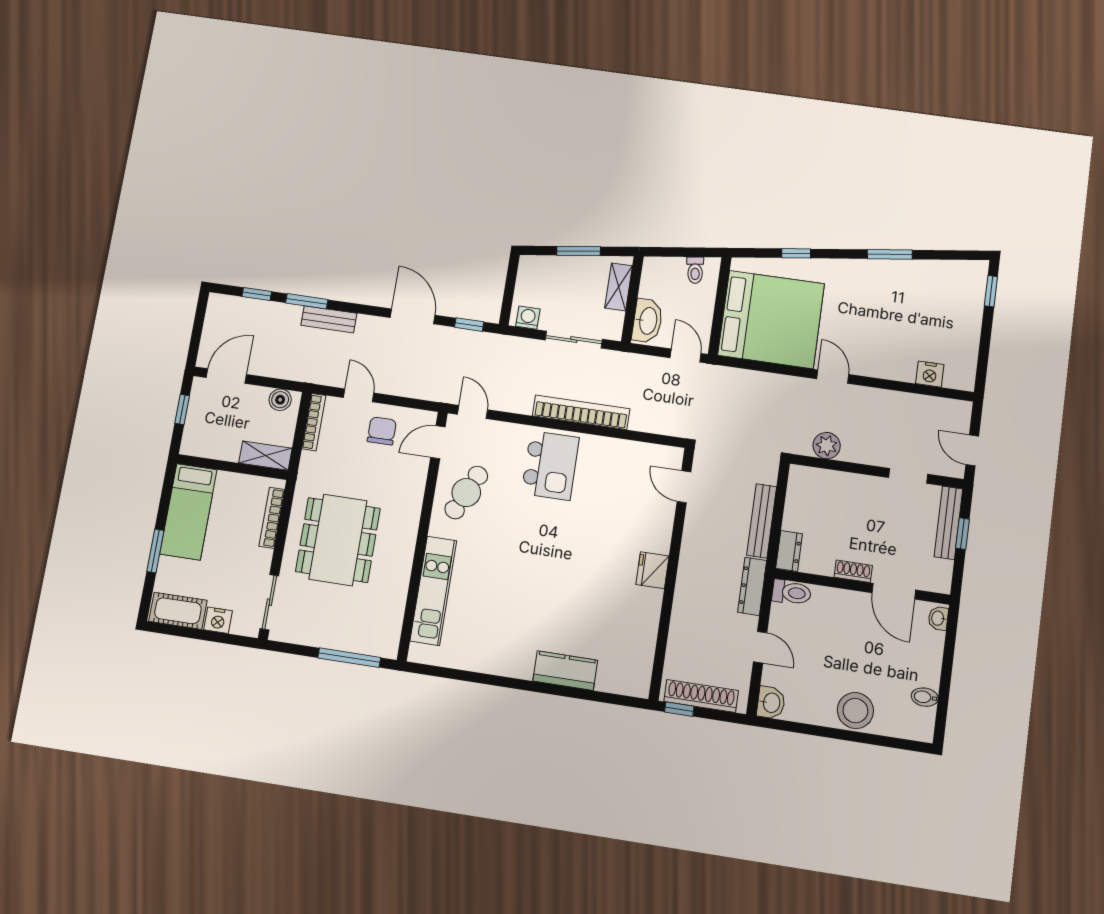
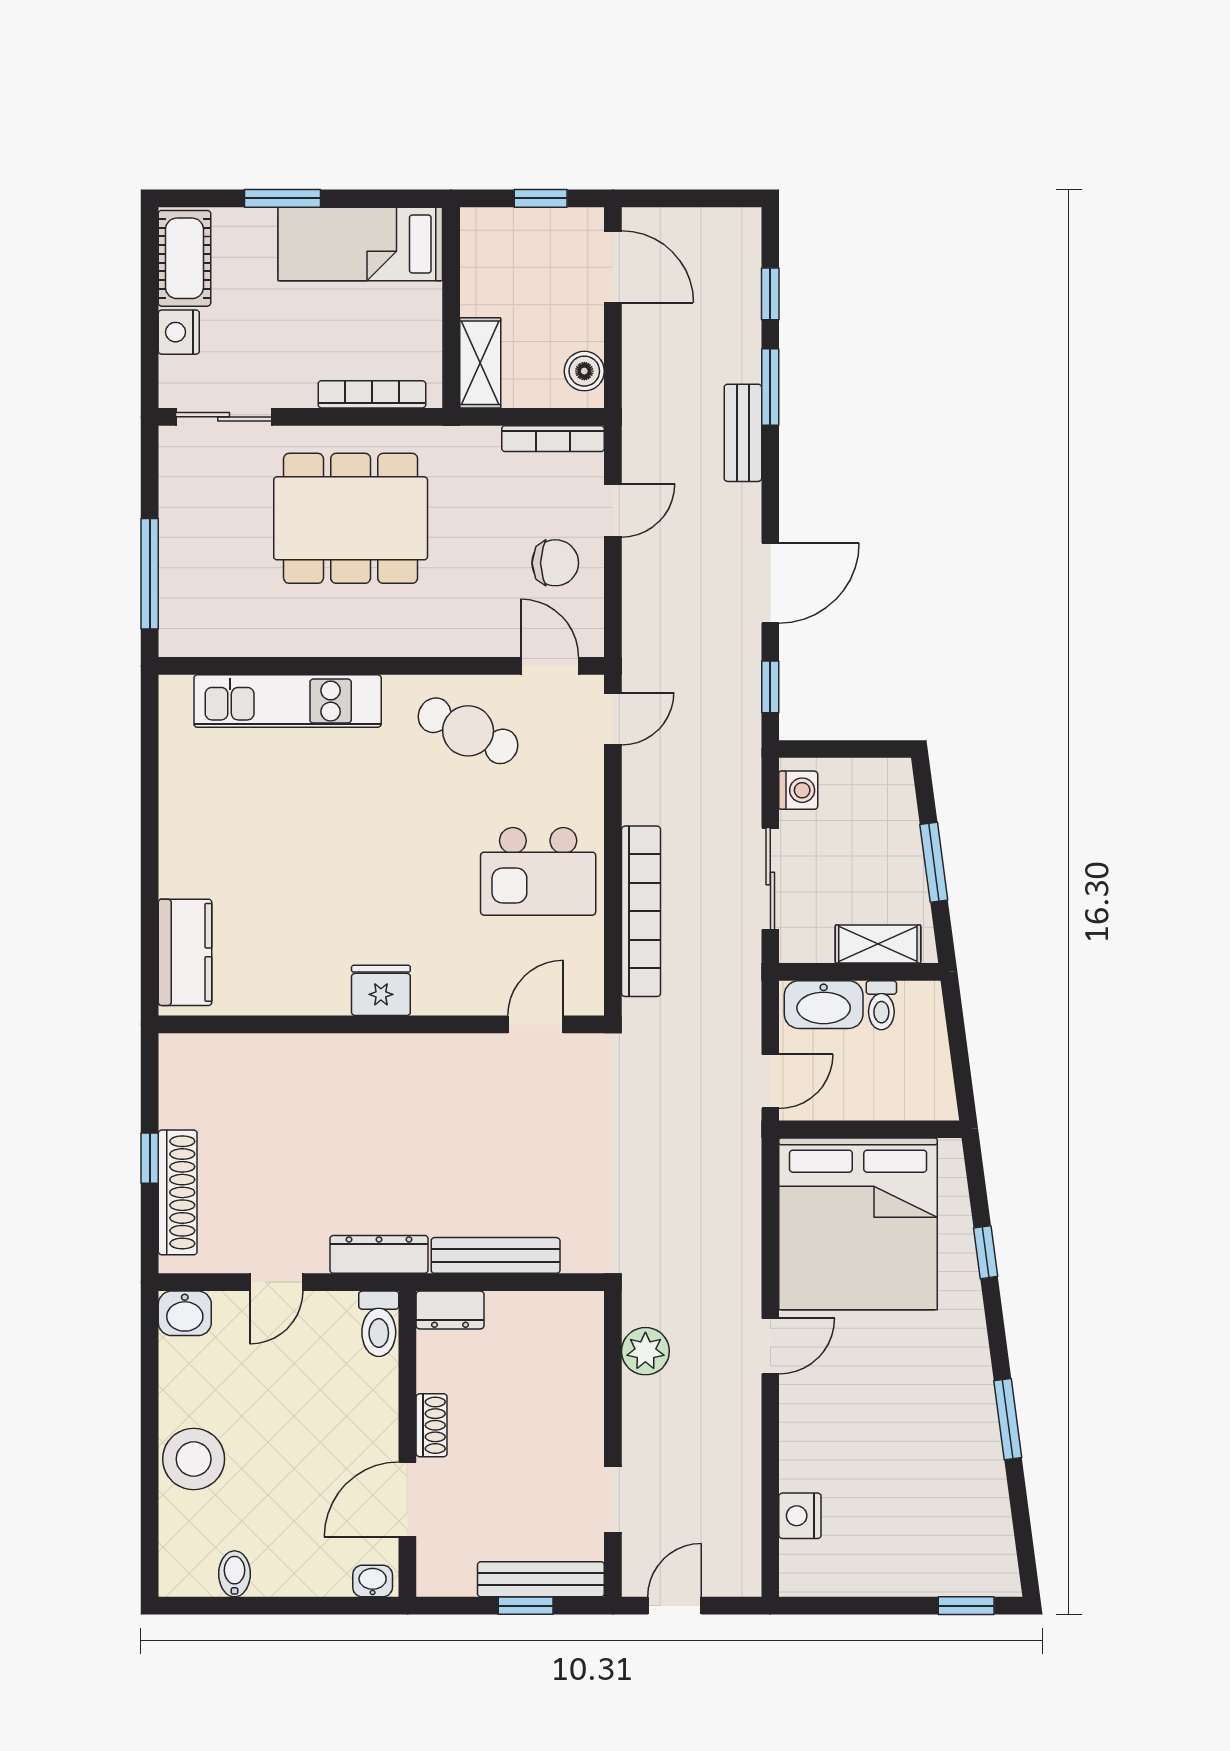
toilet: (695, 270) -> (881, 1005), moved, turned -82
door: (684, 487) -> (536, 1024), moved
fridge: (652, 570) -> (381, 990), moved
wall: (672, 573) -> (381, 1024), moved

